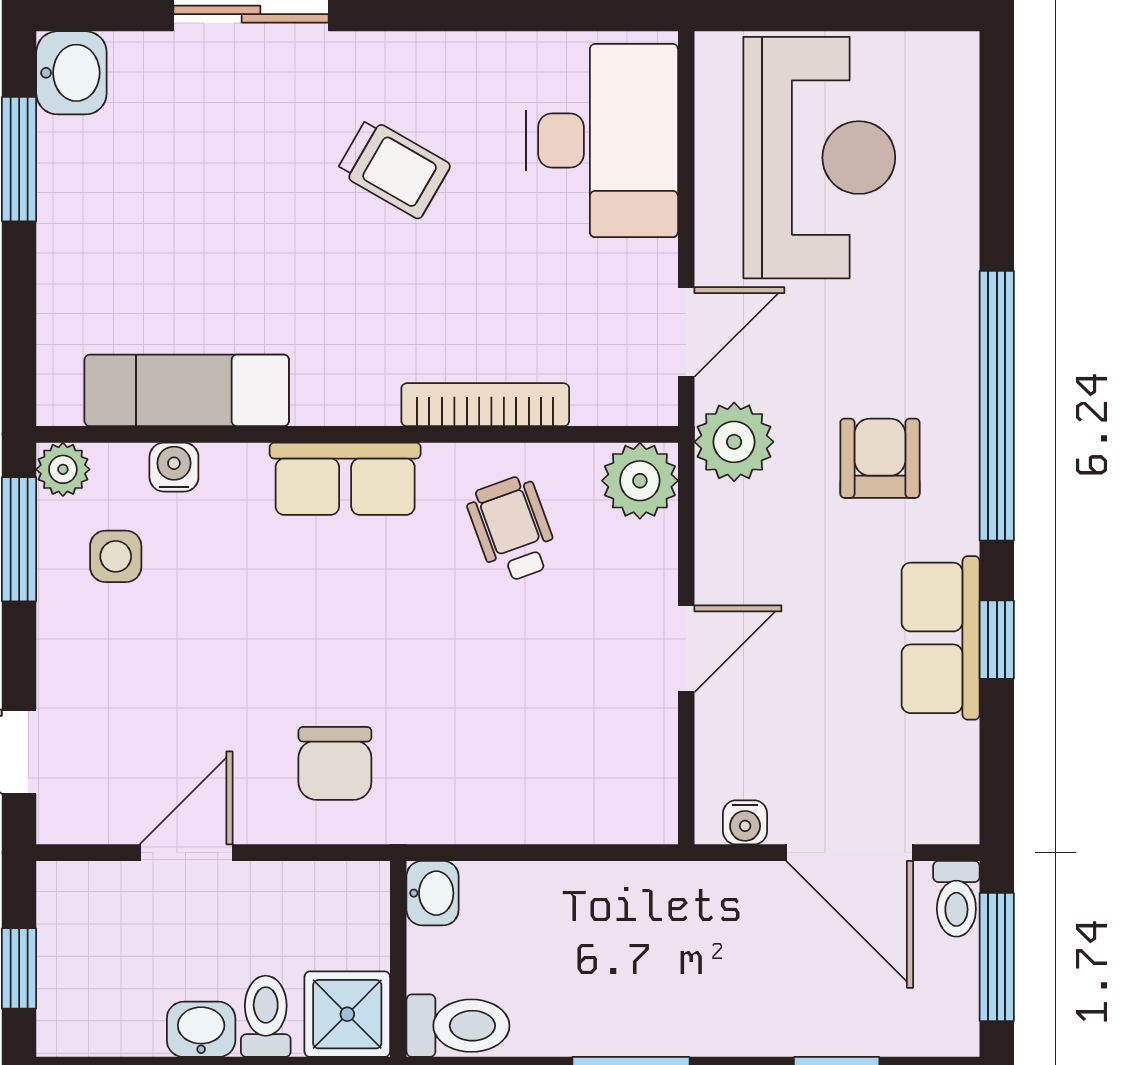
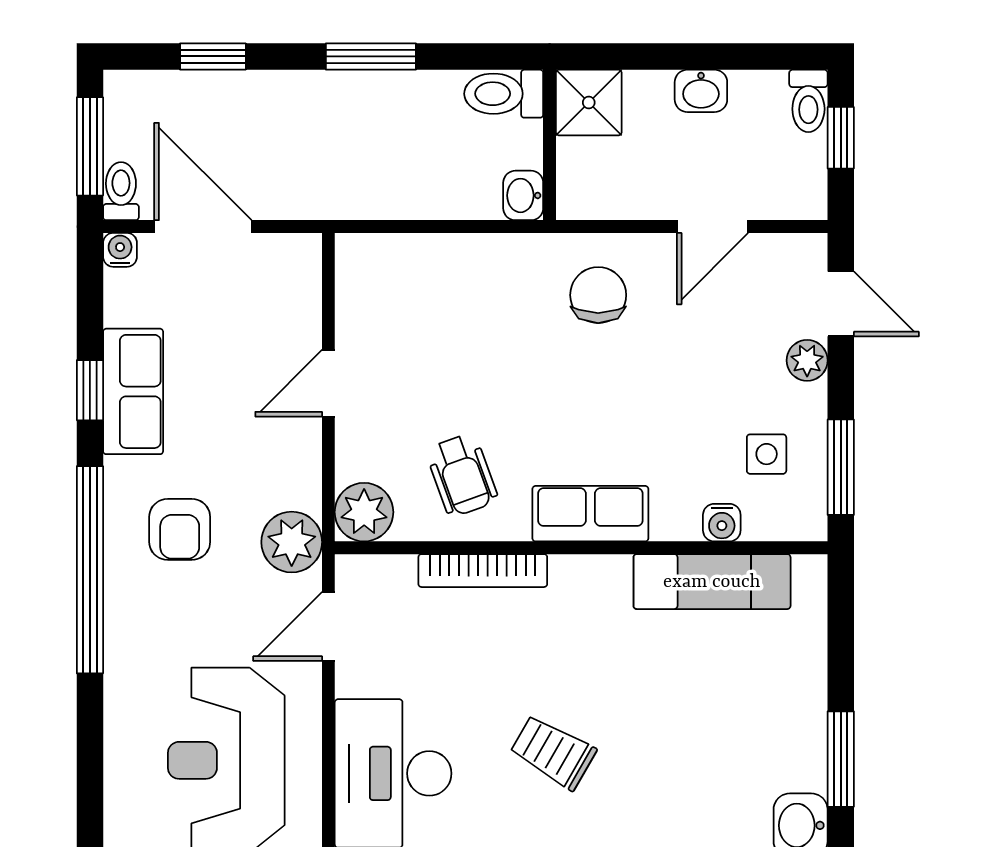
plant: (63, 469) -> (807, 360), moved
water cooler: (745, 822) -> (120, 250), moved
toilet: (266, 1016) -> (808, 101), moved

